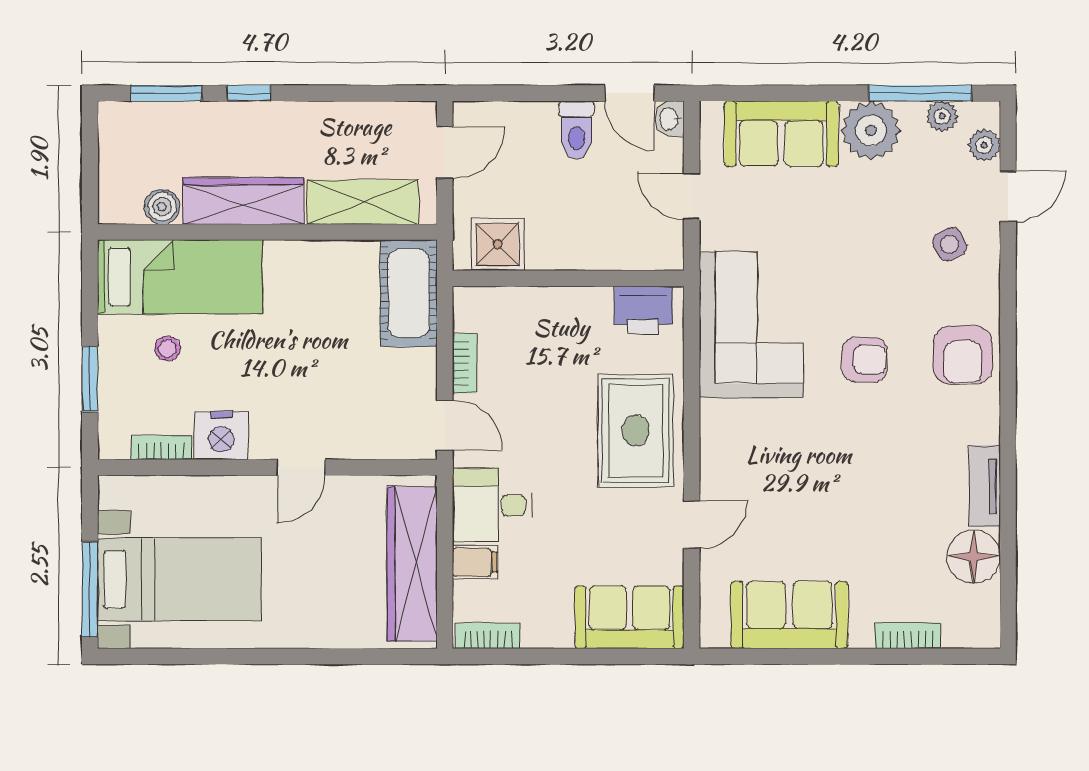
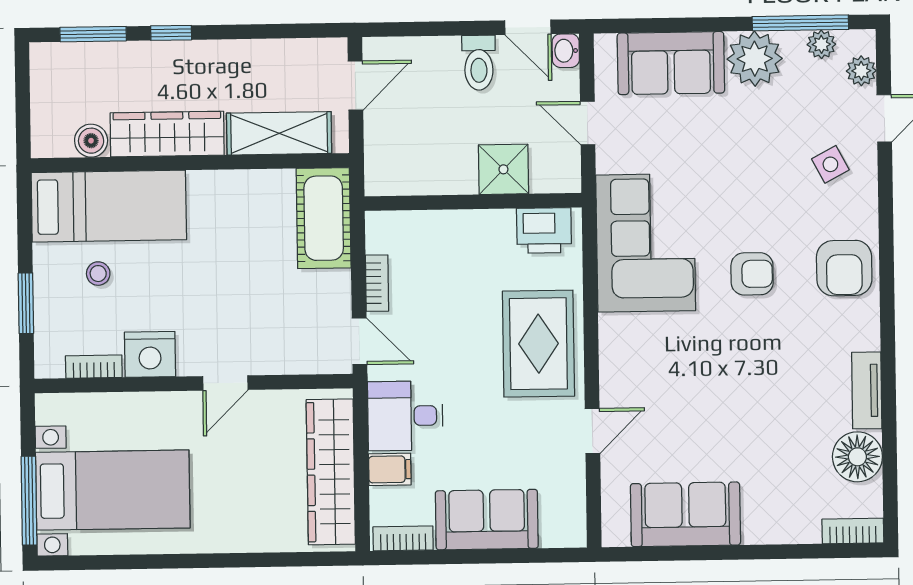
shower: (498, 244) -> (503, 169), moved
sofa: (629, 617) -> (487, 520), moved
bookcase: (908, 636) -> (853, 531), moved

